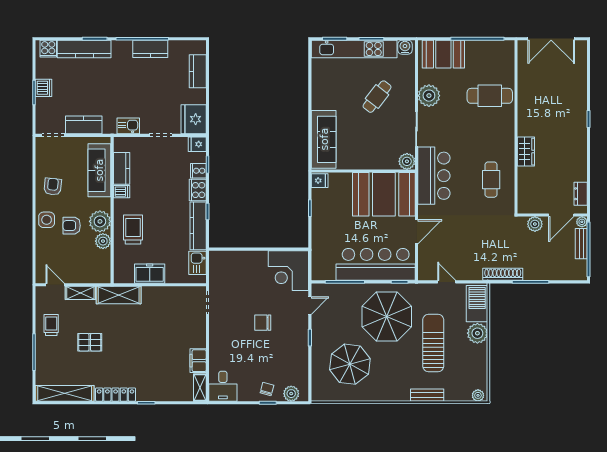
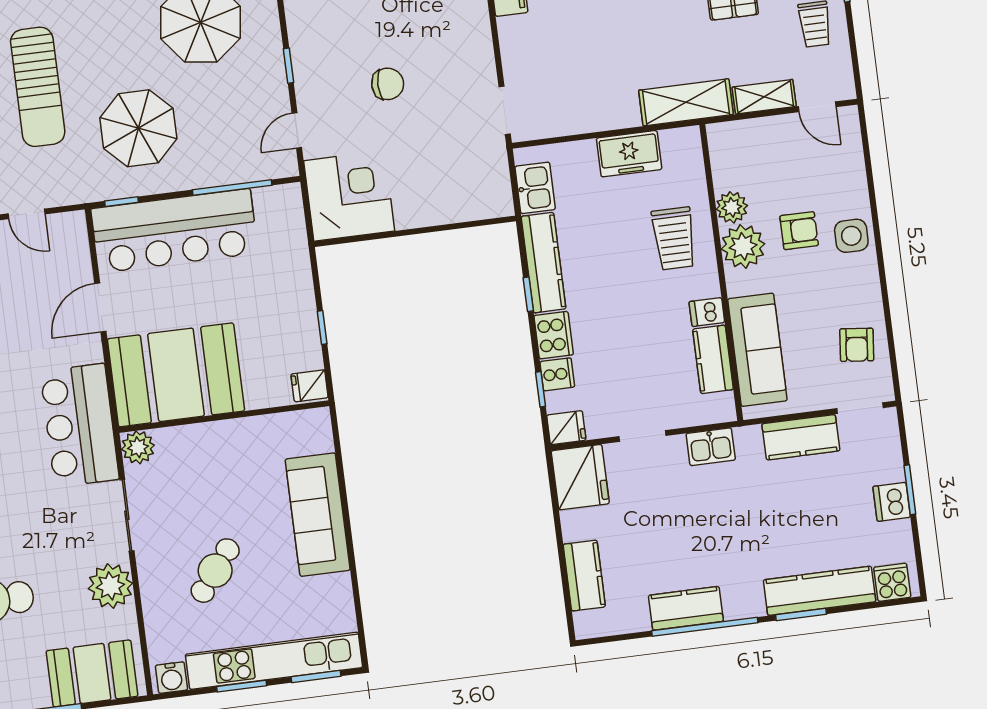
sofa: (324, 139) -> (318, 515), moved
armchair: (53, 187) -> (857, 345), moved
parasol: (387, 317) -> (138, 128), width x0.73, depth x0.73

